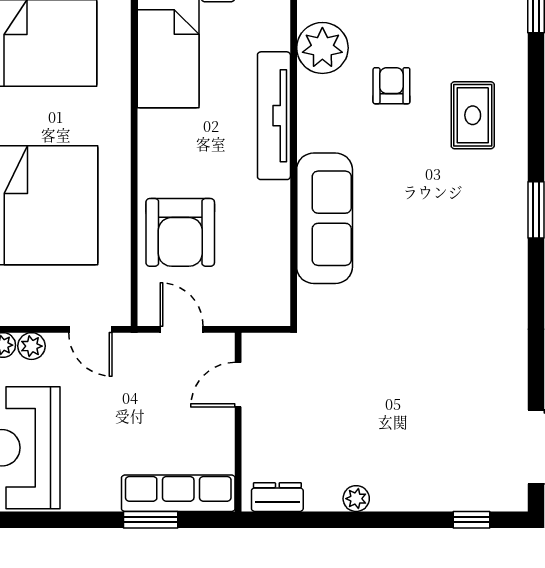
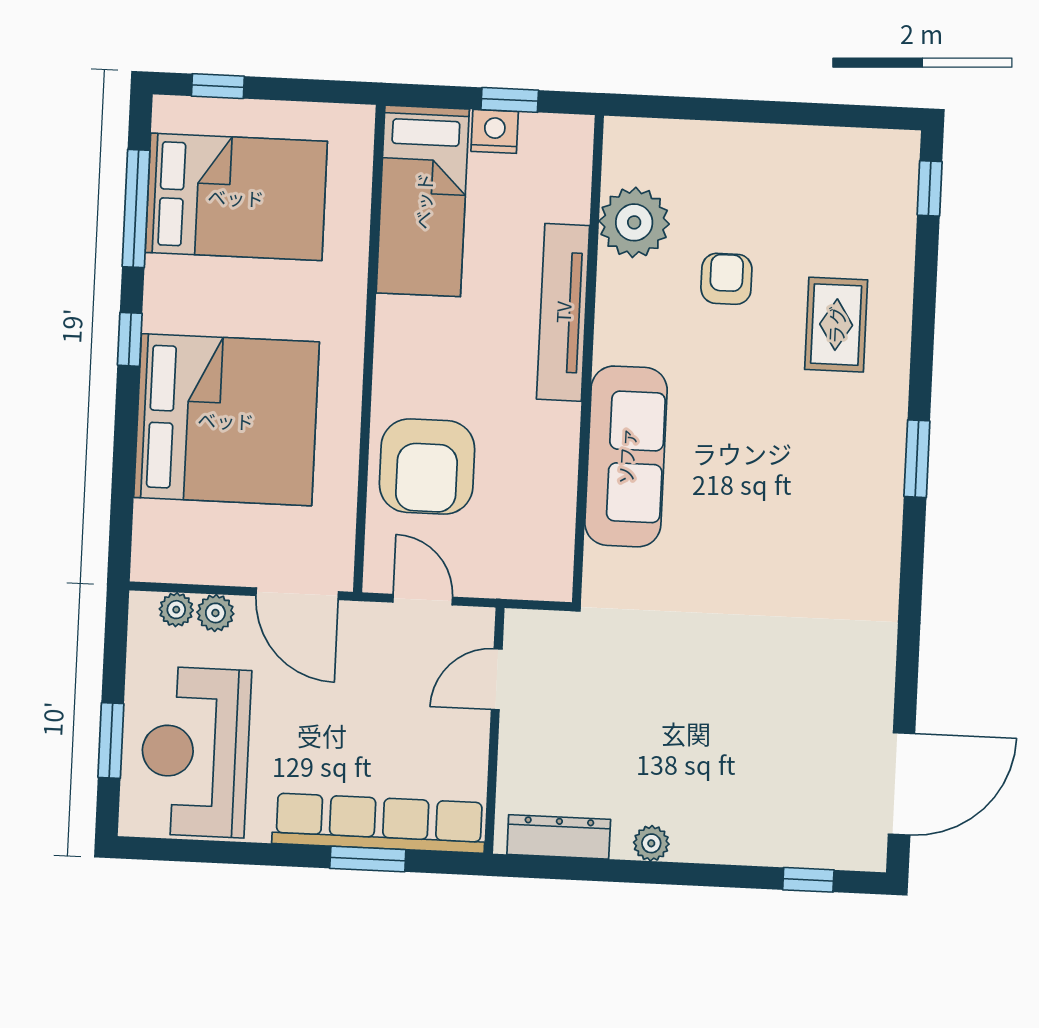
door: (90, 329) -> (297, 594), width x1.38
row of seats: (178, 493) -> (379, 823), width x1.36
dresser: (277, 497) -> (559, 837), width x1.44

